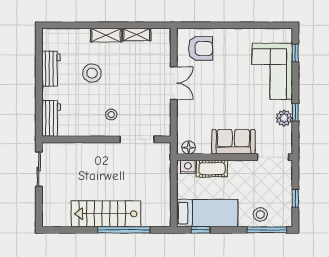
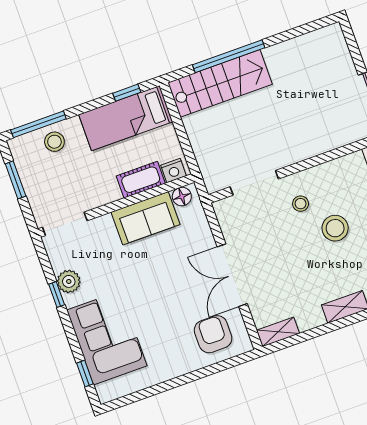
shelving: (137, 35) -> (278, 332), moved
armchair: (201, 48) -> (213, 334), turned 90
stool: (92, 73) -> (335, 228), moved
double door: (174, 83) -> (232, 275), width x1.37
sofa: (233, 142) -> (146, 218), moved
window: (295, 198) -> (16, 180), width x1.50
stairs: (106, 214) -> (220, 83), moved

